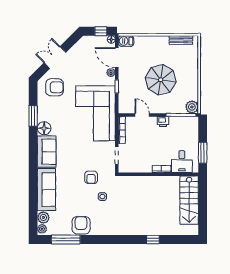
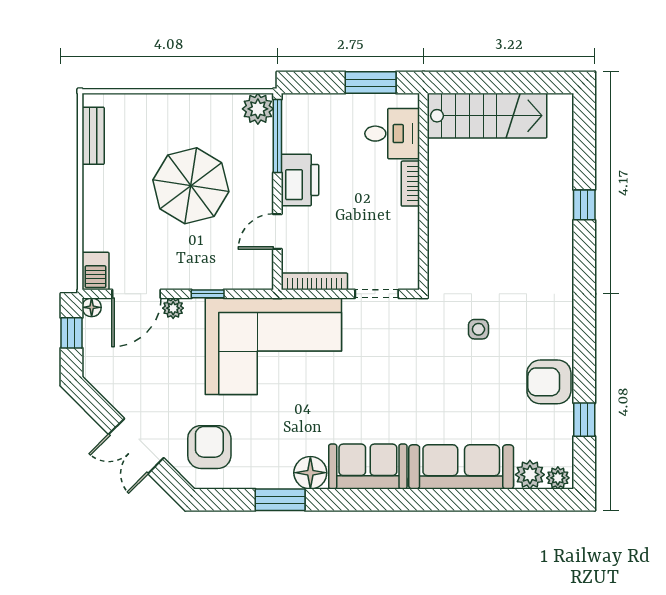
printer: (163, 122) -> (300, 180), width x1.87, depth x1.48
armchair: (91, 177) -> (431, 357), removed
window: (66, 240) -> (584, 420), width x0.46

